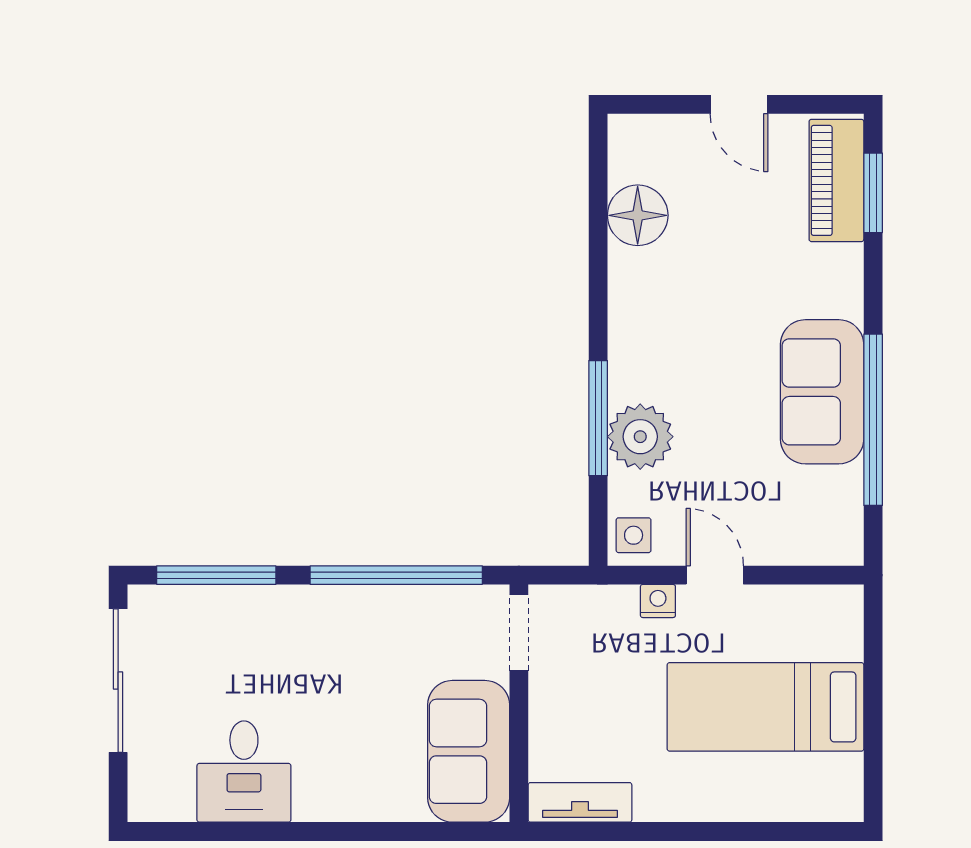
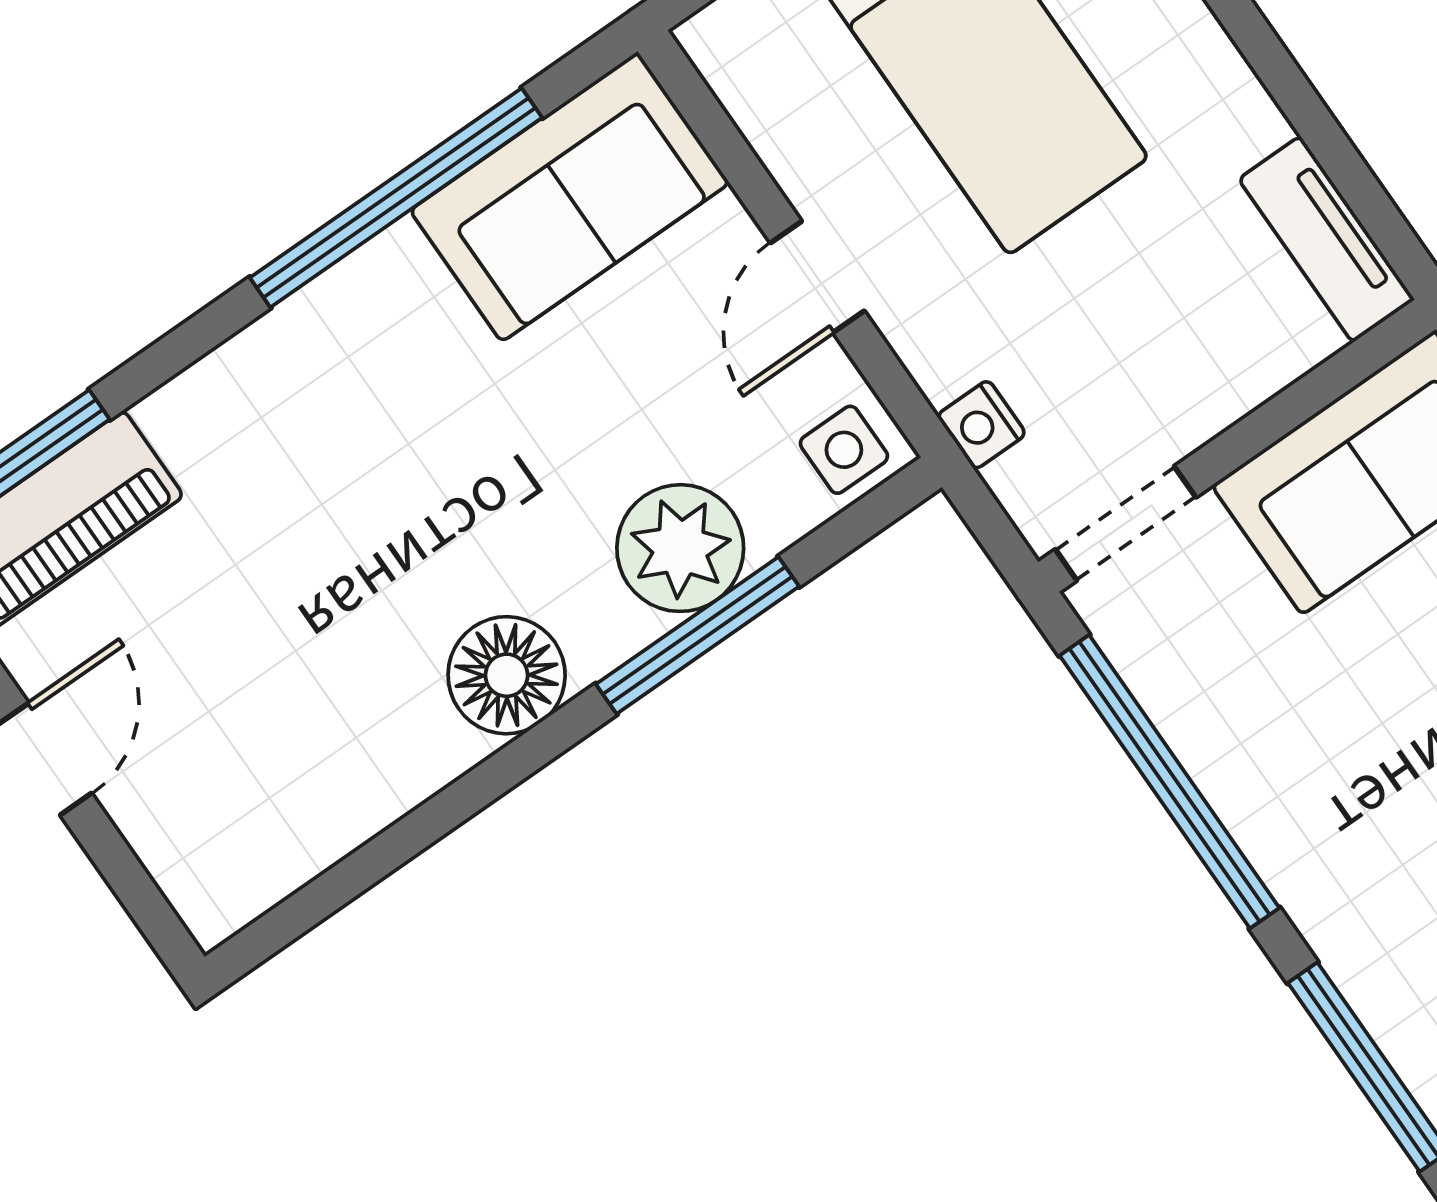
floor lamp: (638, 215) -> (507, 675), moved
sofa: (822, 392) -> (570, 197), moved
nightstand: (658, 601) -> (981, 425), moved

